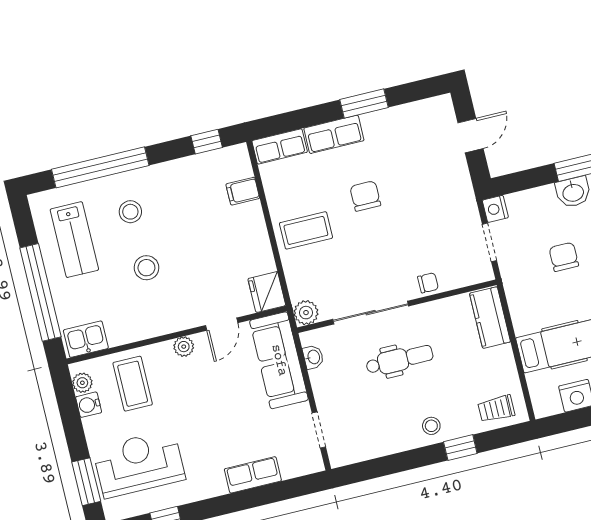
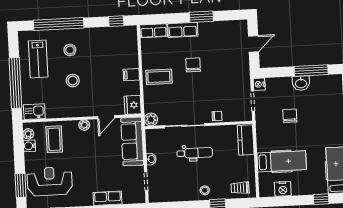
filing cabinet: (243, 191) -> (131, 75), moved
washbasin: (313, 357) -> (151, 159), moved

